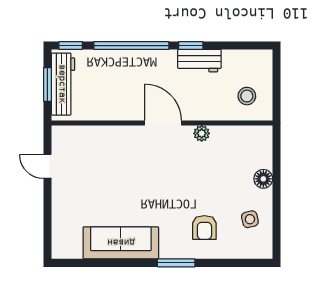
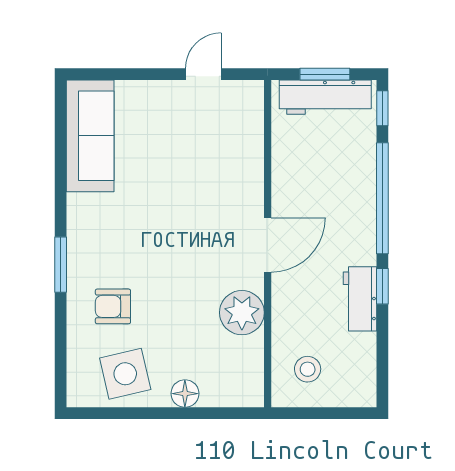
plant: (202, 133) -> (242, 313), width x1.87, depth x1.87
side table: (250, 219) -> (125, 374), width x1.87, depth x1.87
sofa: (121, 243) -> (90, 136), moved

